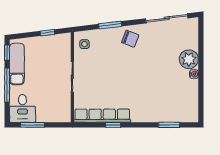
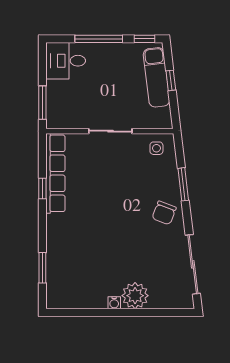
window: (47, 33) -> (171, 80), moved
exam couch: (17, 64) -> (156, 77), moved, turned 83
window: (32, 125) -> (42, 103), moved

